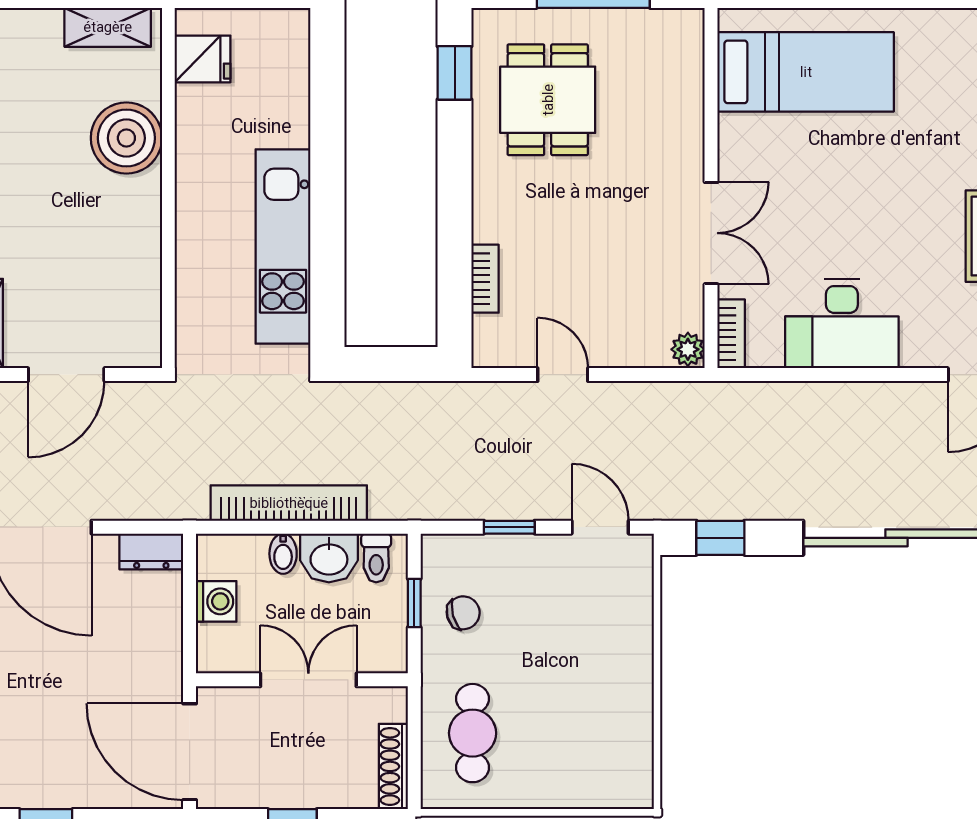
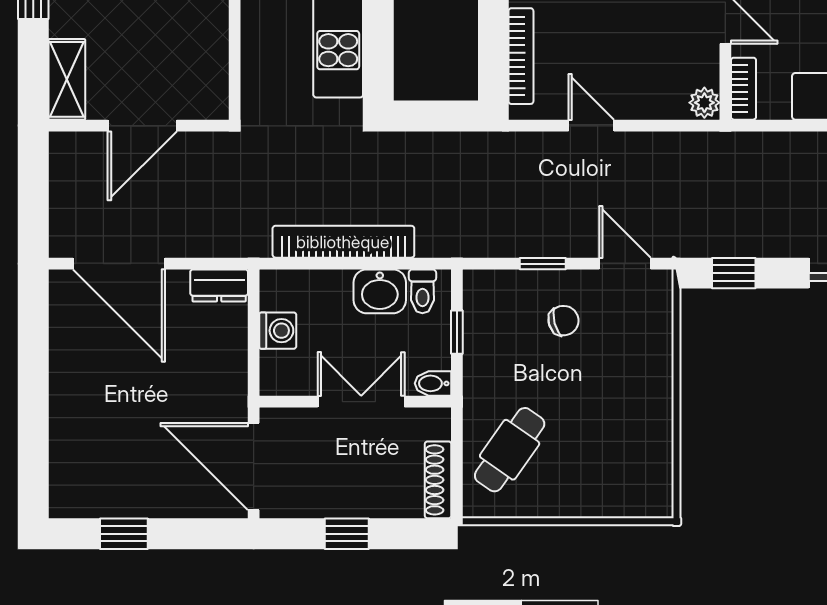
bookcase: (485, 279) -> (521, 56), width x1.56
bidet: (283, 554) -> (433, 383), moved, turned 90
chair: (463, 613) -> (564, 321), moved
cafe table: (473, 733) -> (510, 450), turned 35

